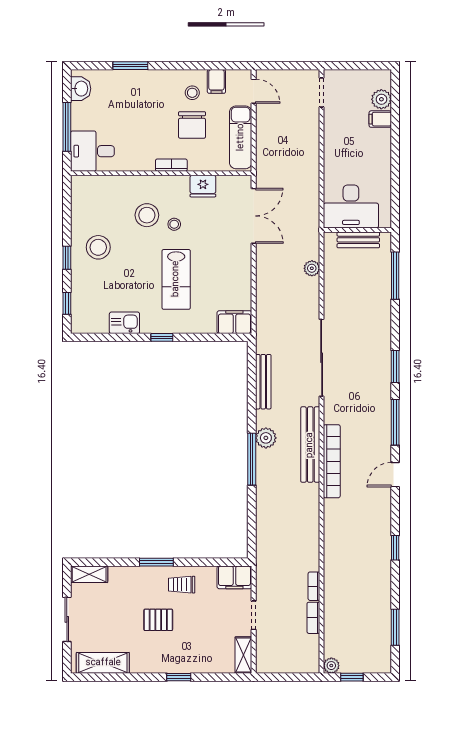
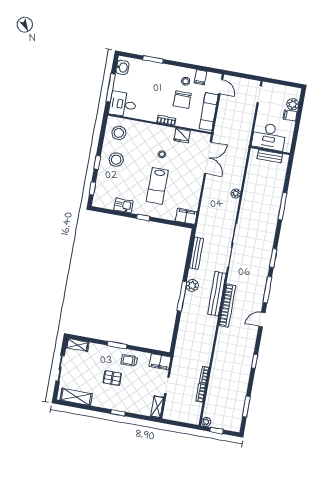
desk: (351, 206) -> (269, 136), moved
stool: (147, 215) -> (119, 133), moved
wall: (357, 230) -> (270, 150), moved
bench: (358, 240) -> (270, 156), moved

